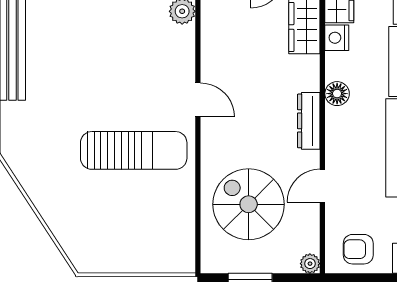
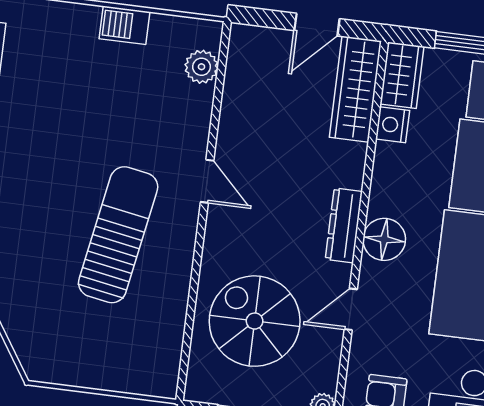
floor lamp: (337, 94) -> (384, 239), moved, width x1.38, depth x1.38
sun lounger: (134, 150) -> (118, 235), turned -80

